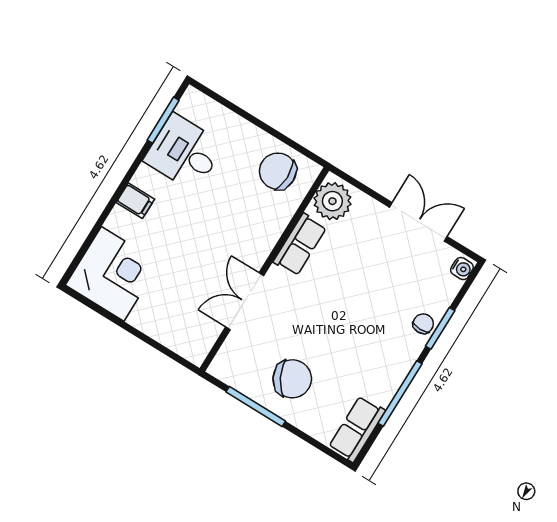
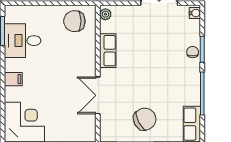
plant: (332, 201) -> (105, 14), width x0.53, depth x0.53

